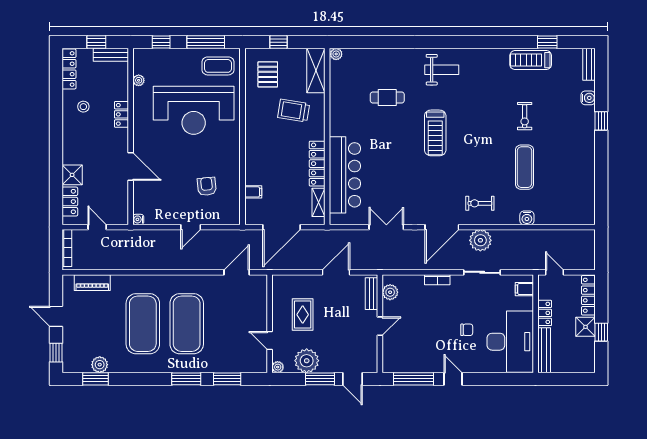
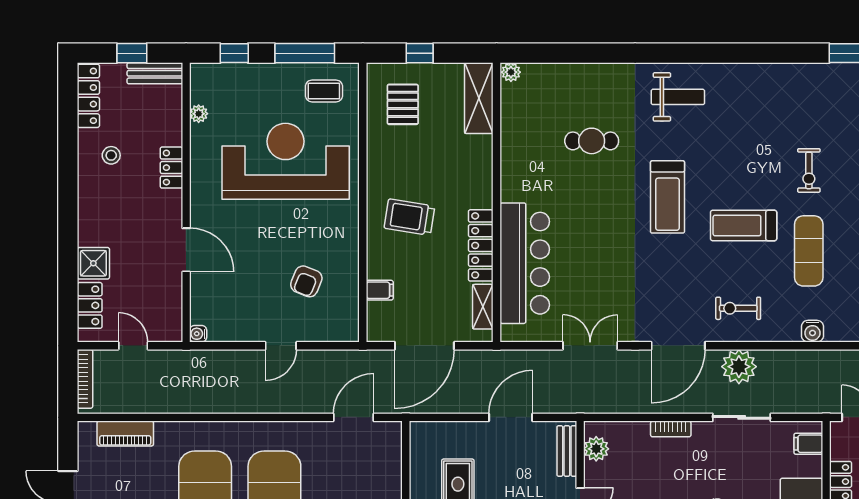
treadmill: (531, 60) -> (744, 225), moved
coffee table: (218, 66) -> (324, 91), width x0.73, depth x0.77
reception desk: (194, 110) -> (286, 161), turned 180
trolley: (294, 111) -> (409, 217), moved
armchair: (207, 186) -> (306, 281), turned -152

